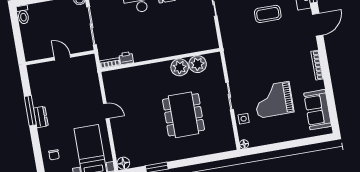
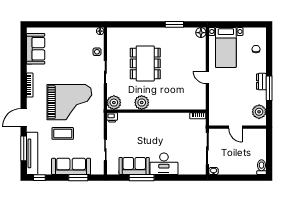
printer: (126, 58) -> (112, 117), moved
plant: (198, 64) -> (114, 103), moved
plant: (37, 80) -> (259, 112), added
grand piano: (273, 100) -> (69, 102), moved, width x1.37, depth x1.48

